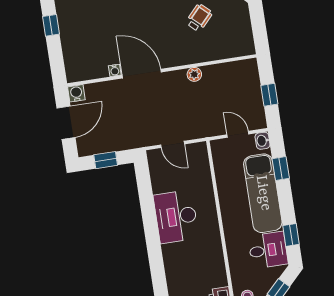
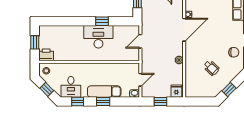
fridge: (248, 71) -> (176, 91), added
window: (281, 168) -> (103, 101), moved
exam couch: (263, 193) -> (104, 92), width x0.73, depth x0.69
window: (149, 215) -> (102, 21), added

